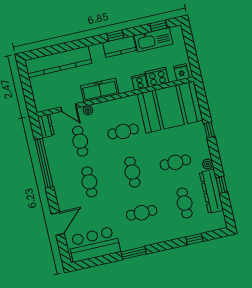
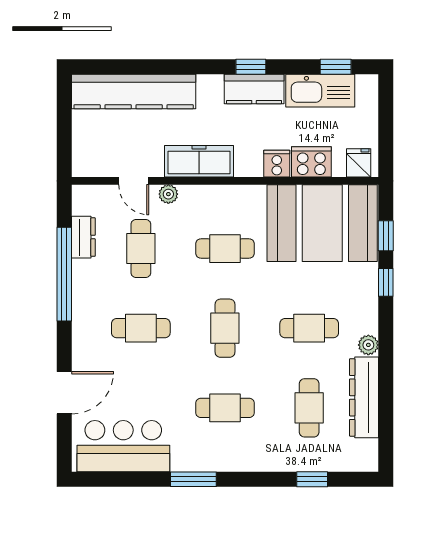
dresser: (46, 126) -> (83, 237), moved
cafe table: (89, 182) -> (141, 328), turned 90
window: (222, 185) -> (386, 236), moved

